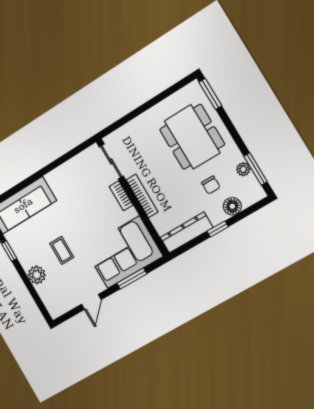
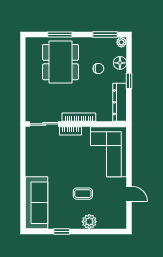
window: (210, 94) -> (60, 35), moved
dining table: (192, 137) -> (61, 62), turned 90
plant: (243, 169) -> (121, 42), moved
window: (132, 279) -> (129, 157), removed

